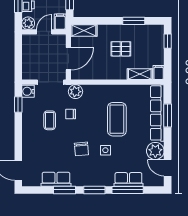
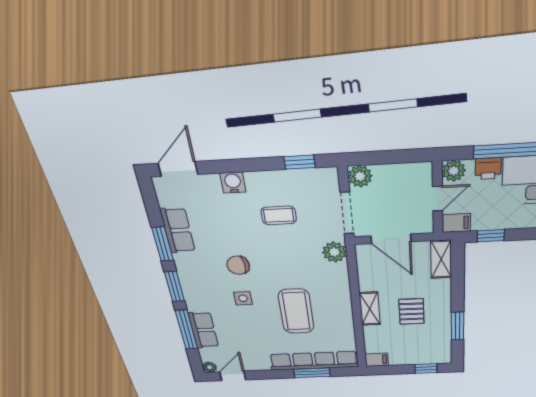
door: (44, 32) -> (438, 199), hinge flipped
plant: (28, 73) -> (360, 176), added
shelving: (140, 74) -> (370, 309), moved
water cooler: (28, 91) -> (233, 183), moved
chair: (71, 114) -> (295, 247), removed
coffee table: (117, 119) -> (296, 311), turned 90
plant: (155, 151) -> (210, 367), moved, width x0.53, depth x0.53

